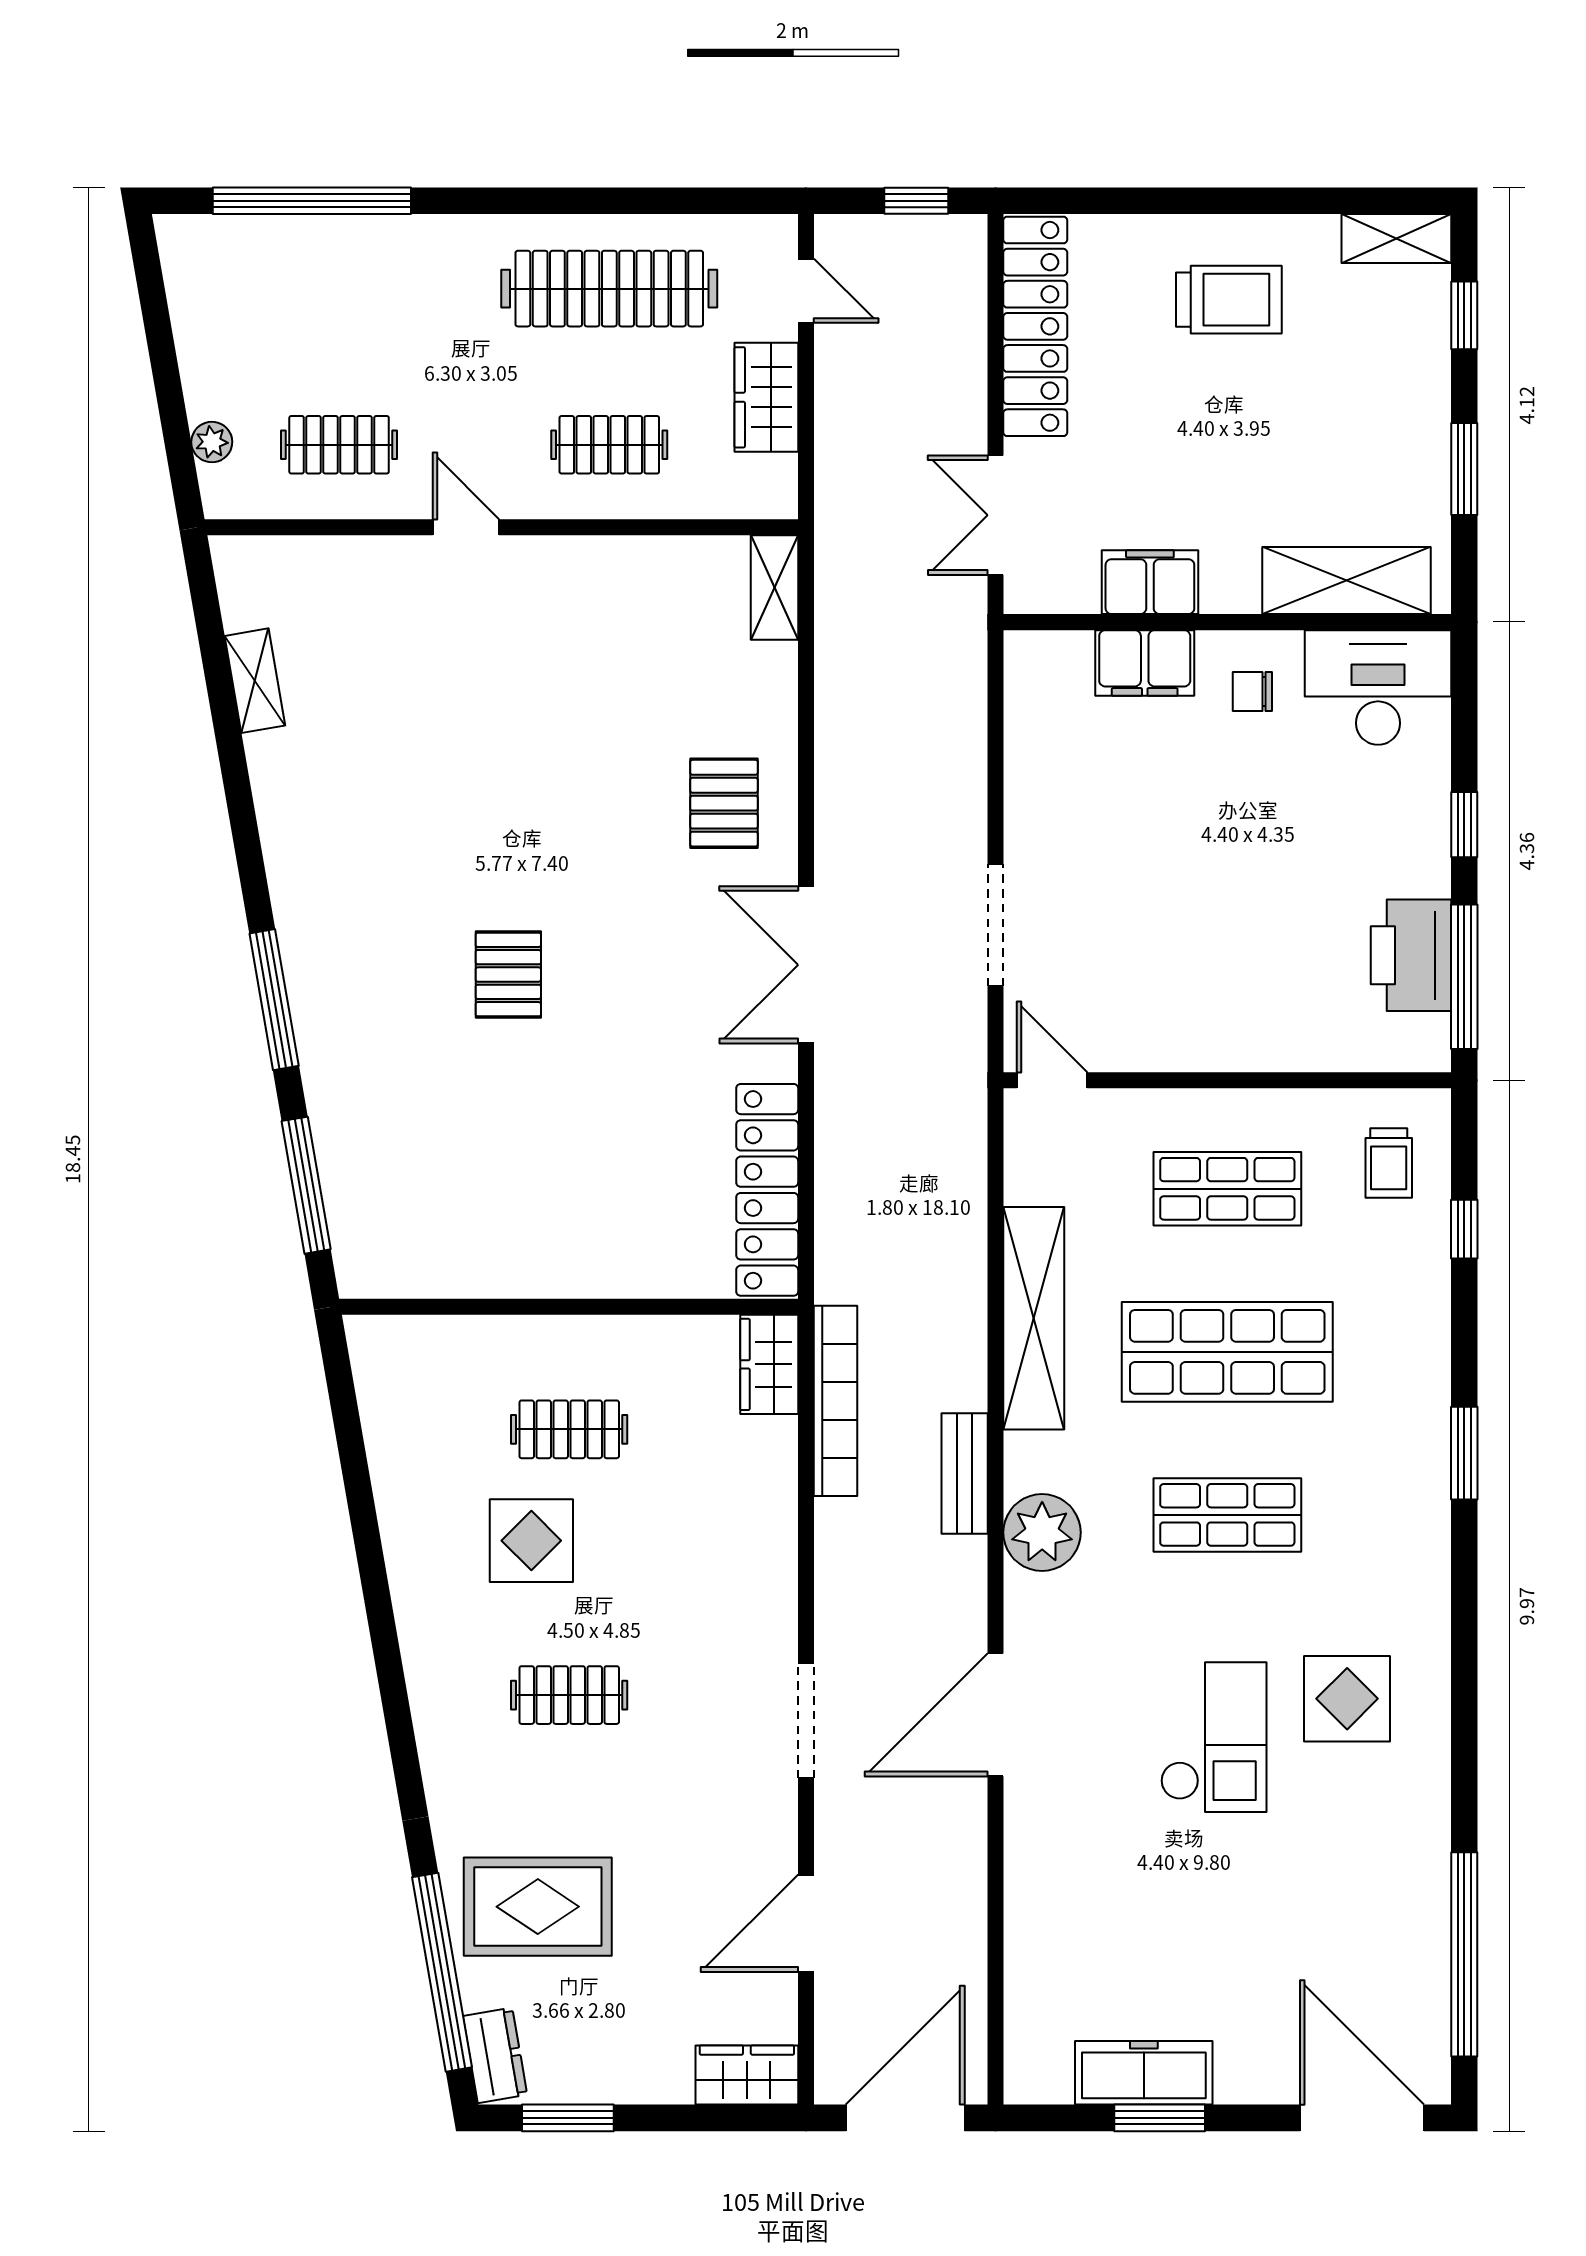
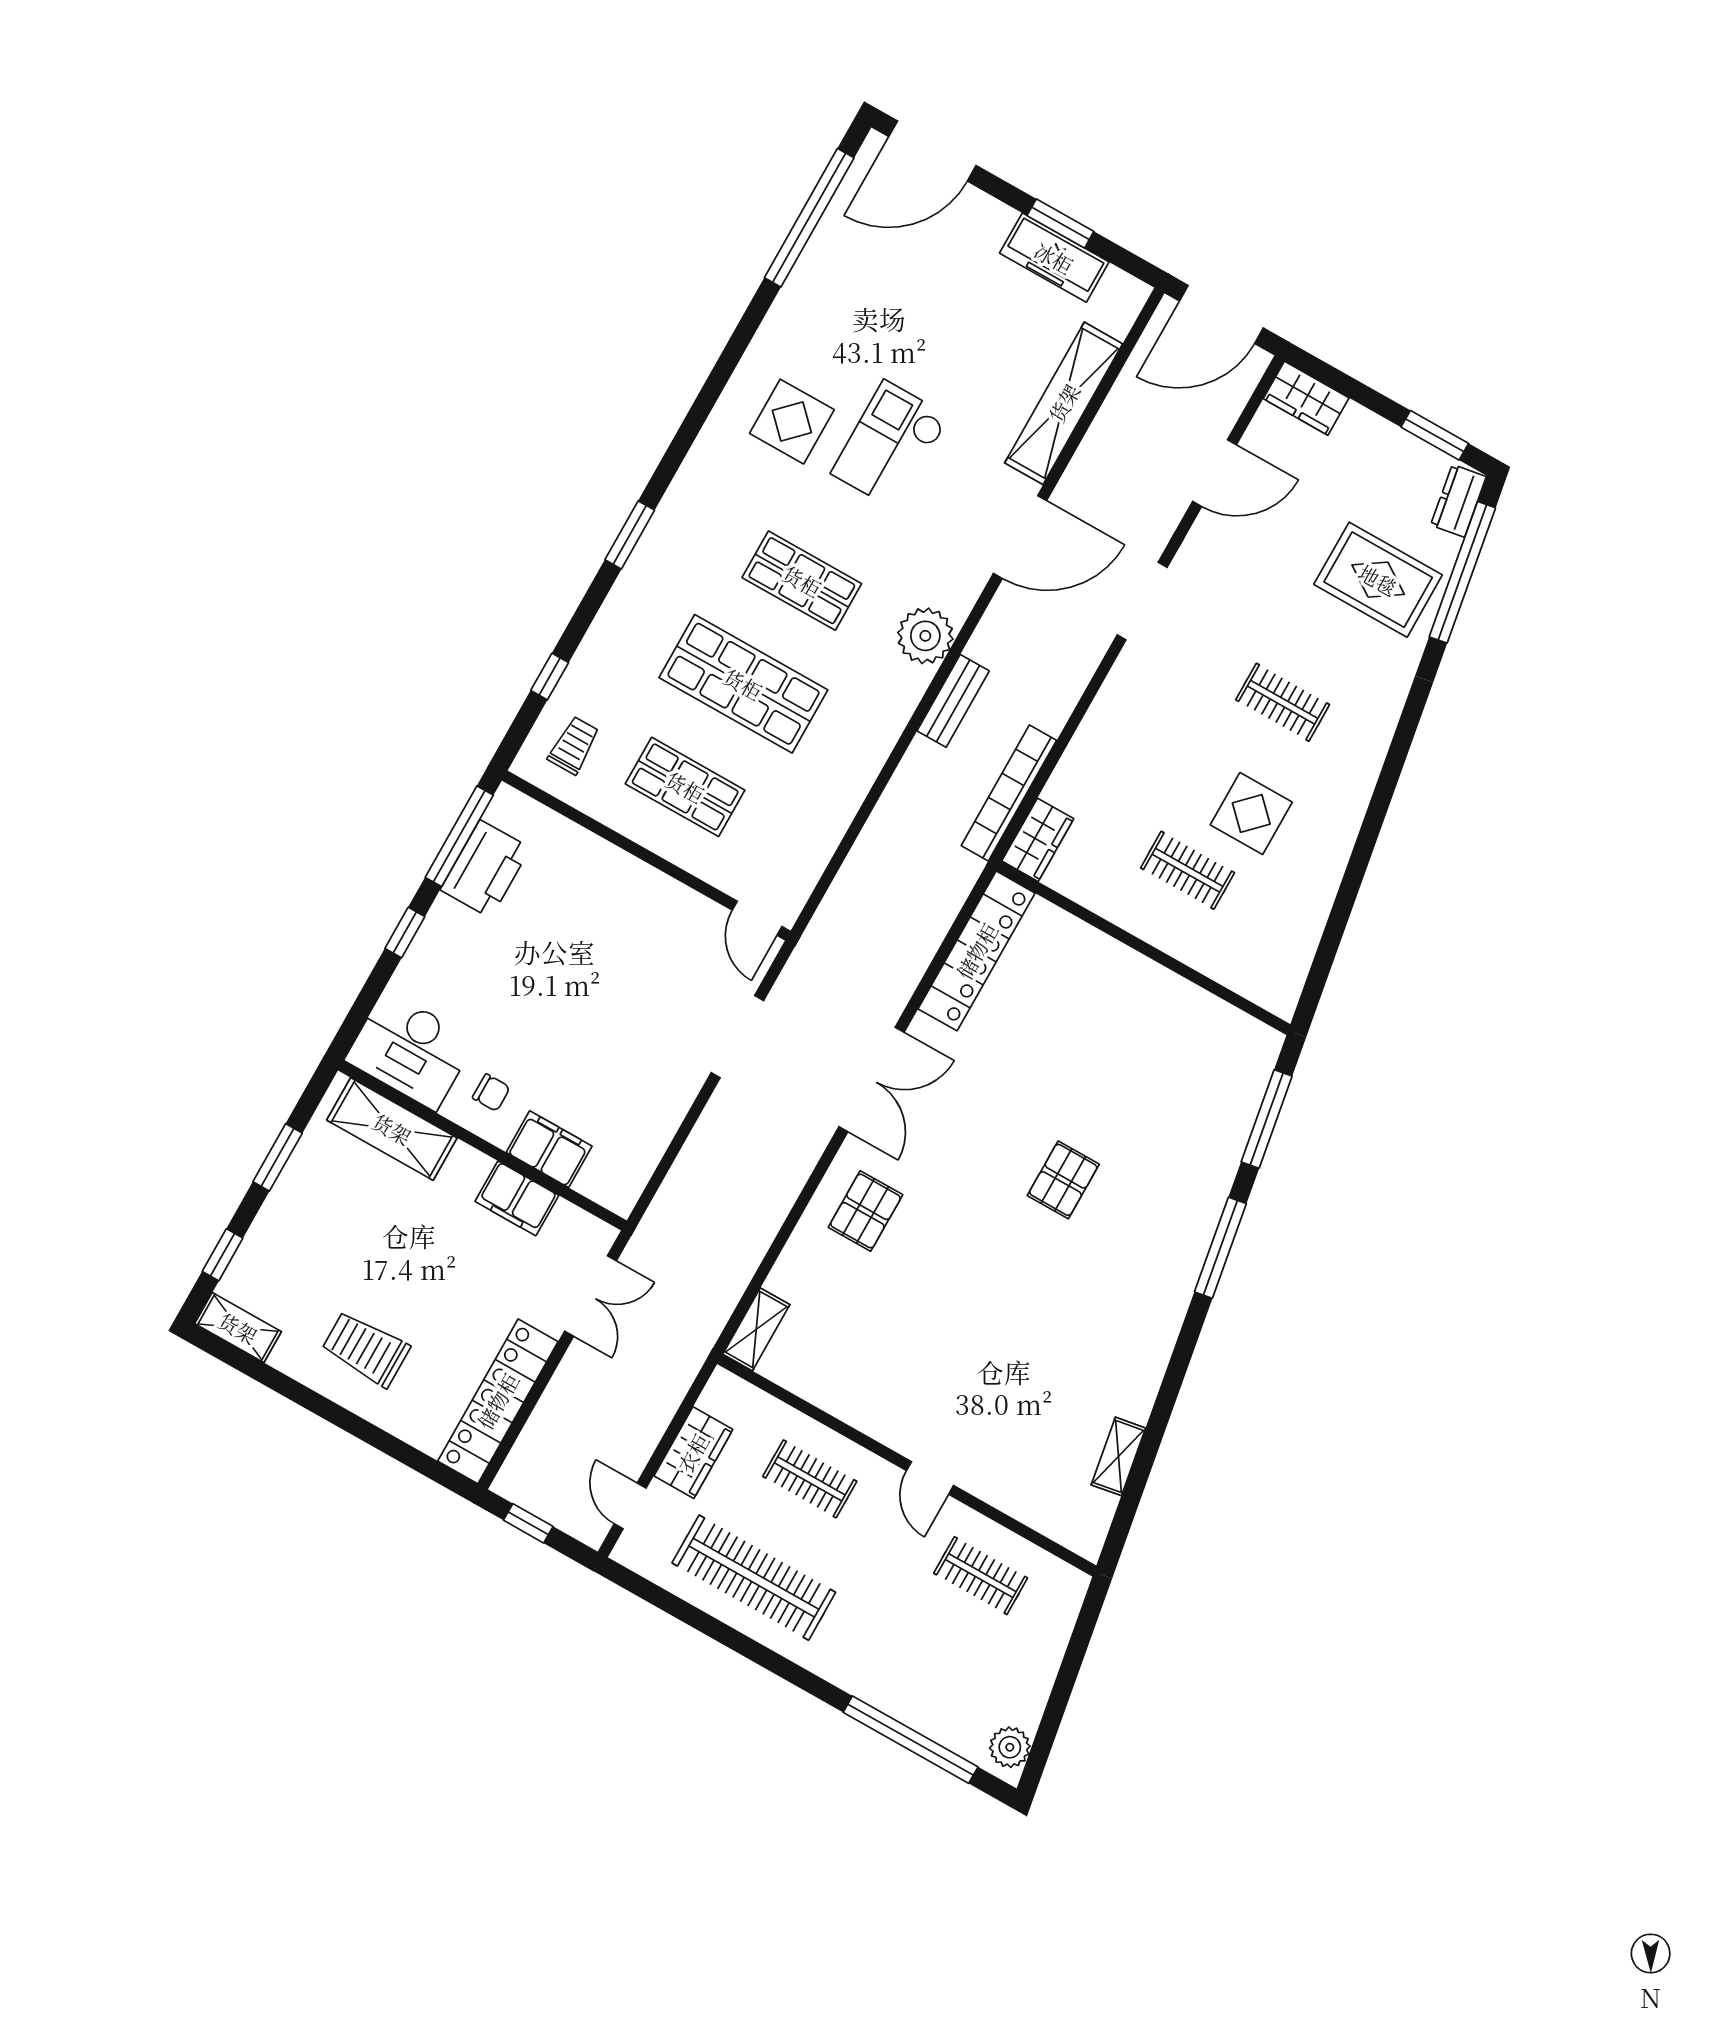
plant: (212, 442) -> (1010, 1747), moved, width x1.38, depth x1.38
shelving: (1034, 1318) -> (1064, 403), moved
door: (1362, 2118) -> (932, 151), hinge flipped

